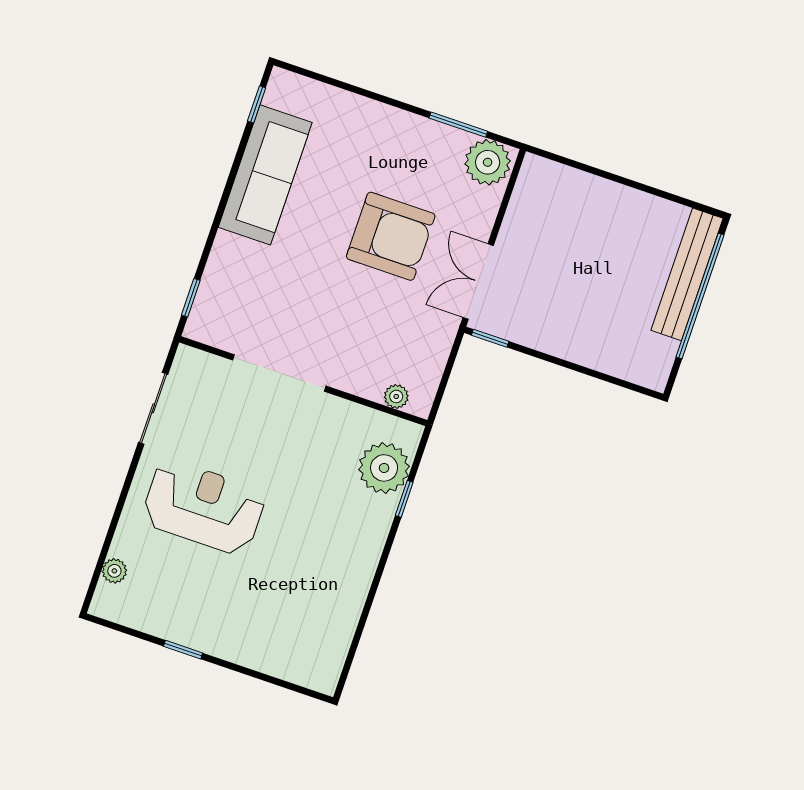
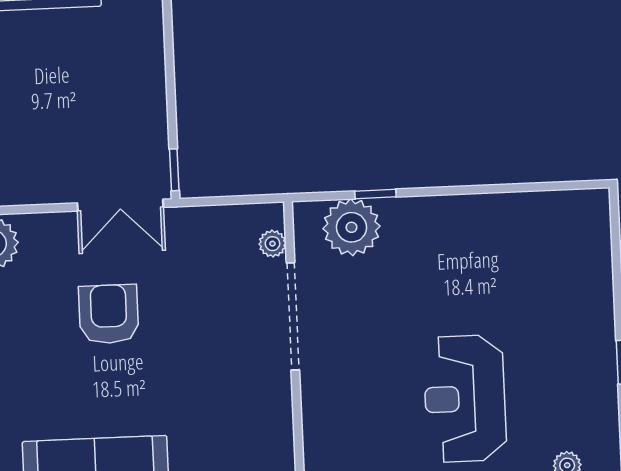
armchair: (391, 236) -> (109, 314), width x0.73, depth x0.73
doorway: (279, 373) -> (293, 316), moved

